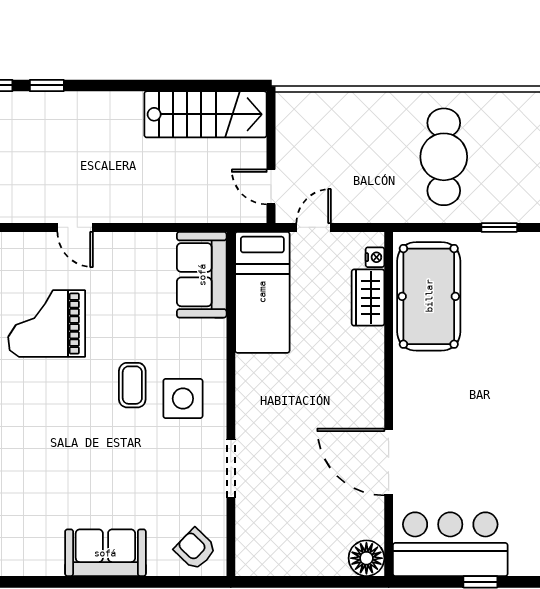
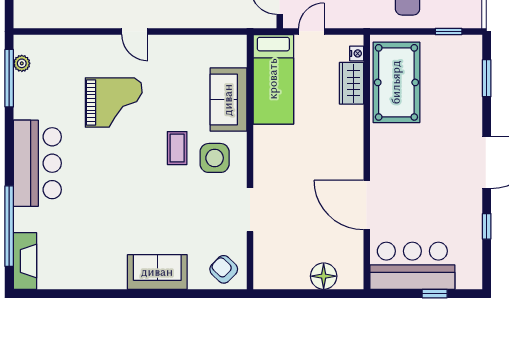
sofa: (202, 275) -> (228, 100), moved
grand piano: (47, 324) -> (114, 103), turned 180
floor lamp: (366, 558) -> (324, 276), moved

